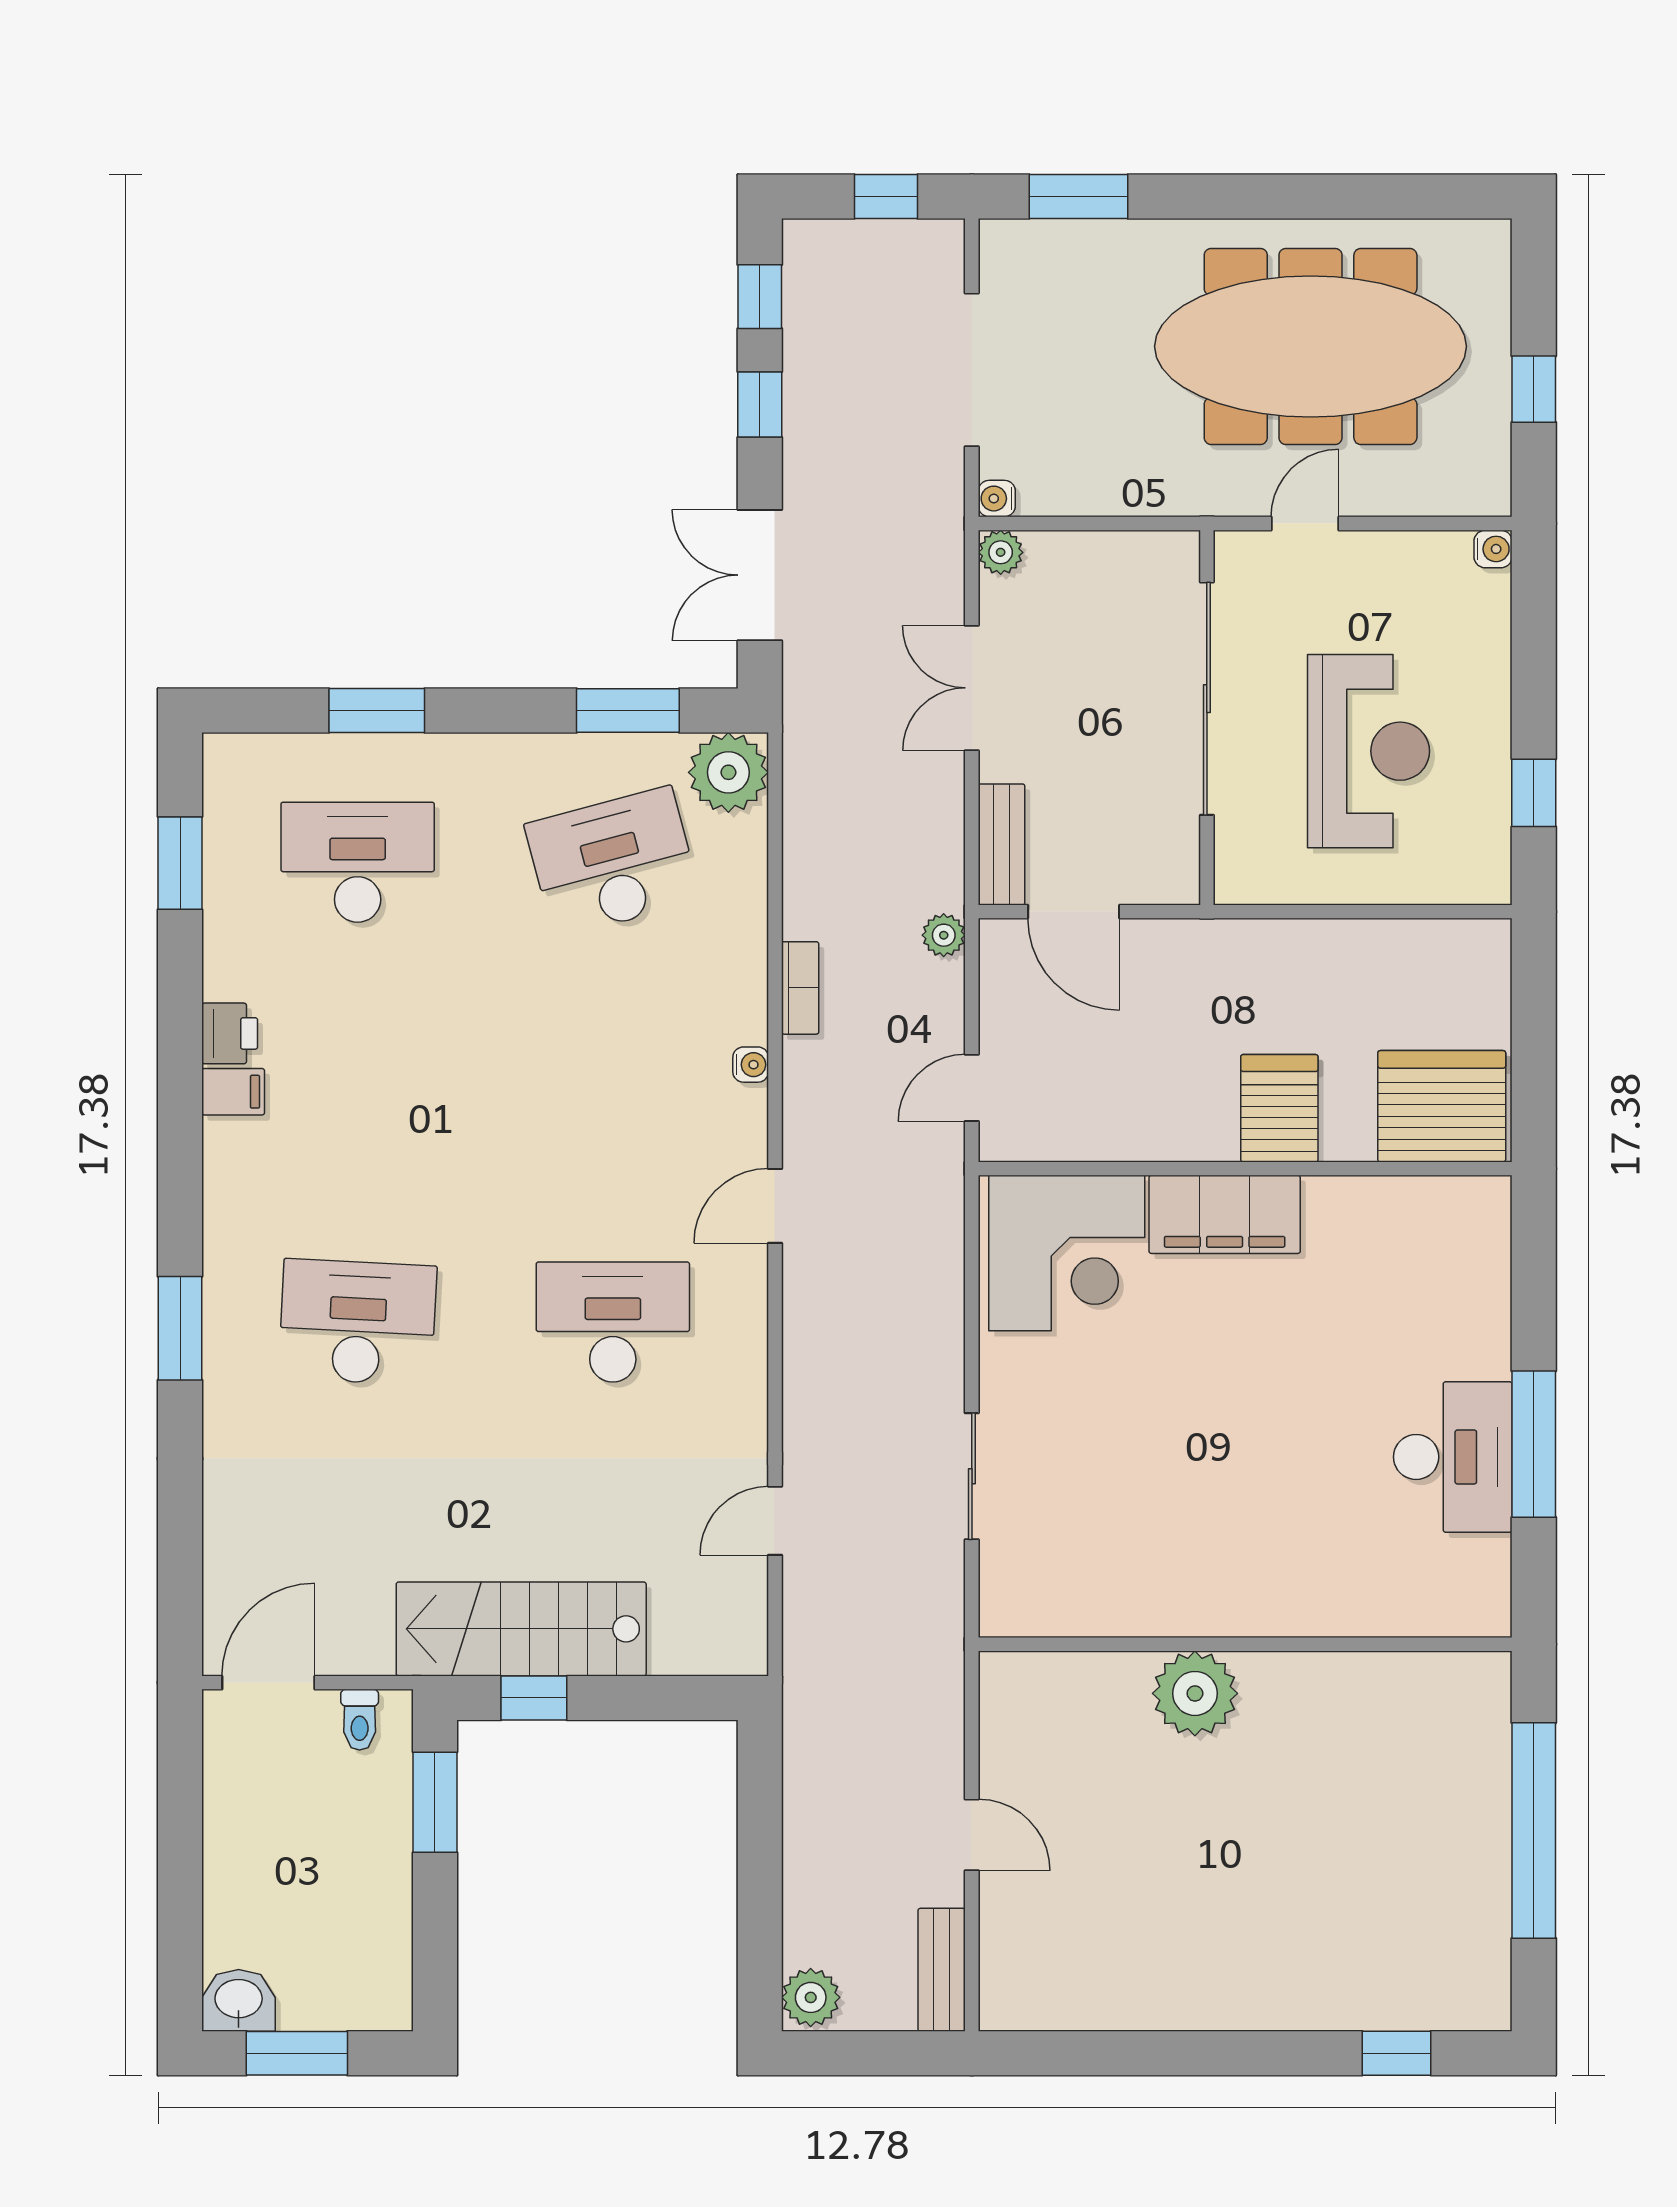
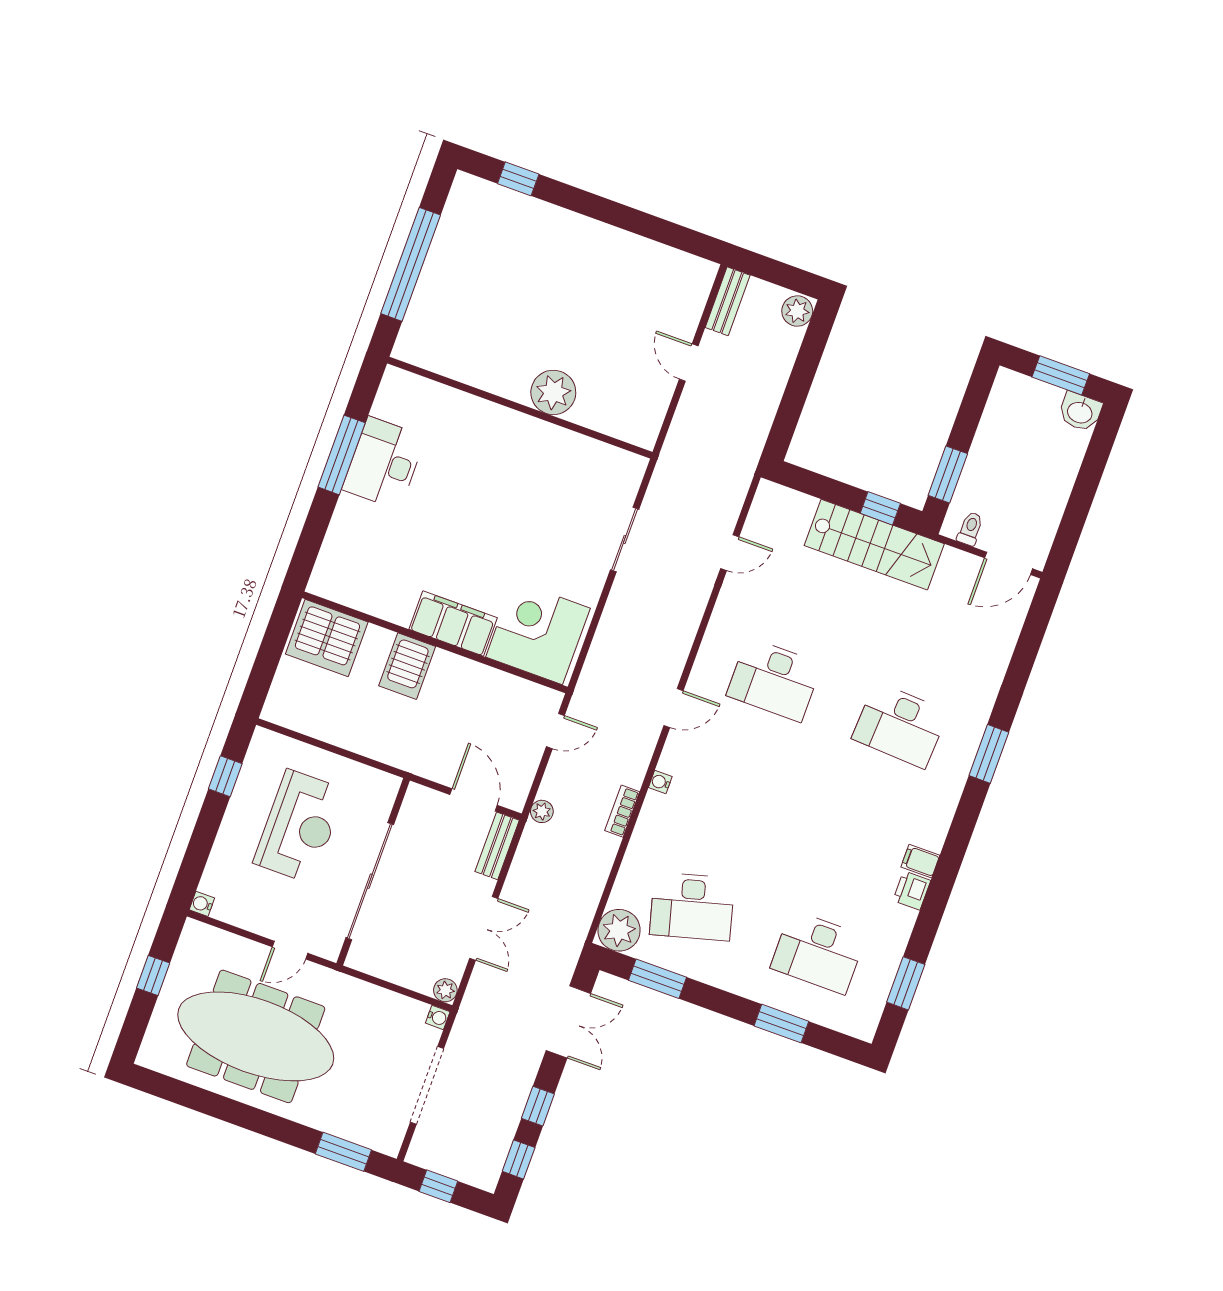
reception desk: (1369, 751) -> (299, 826), turned 180

